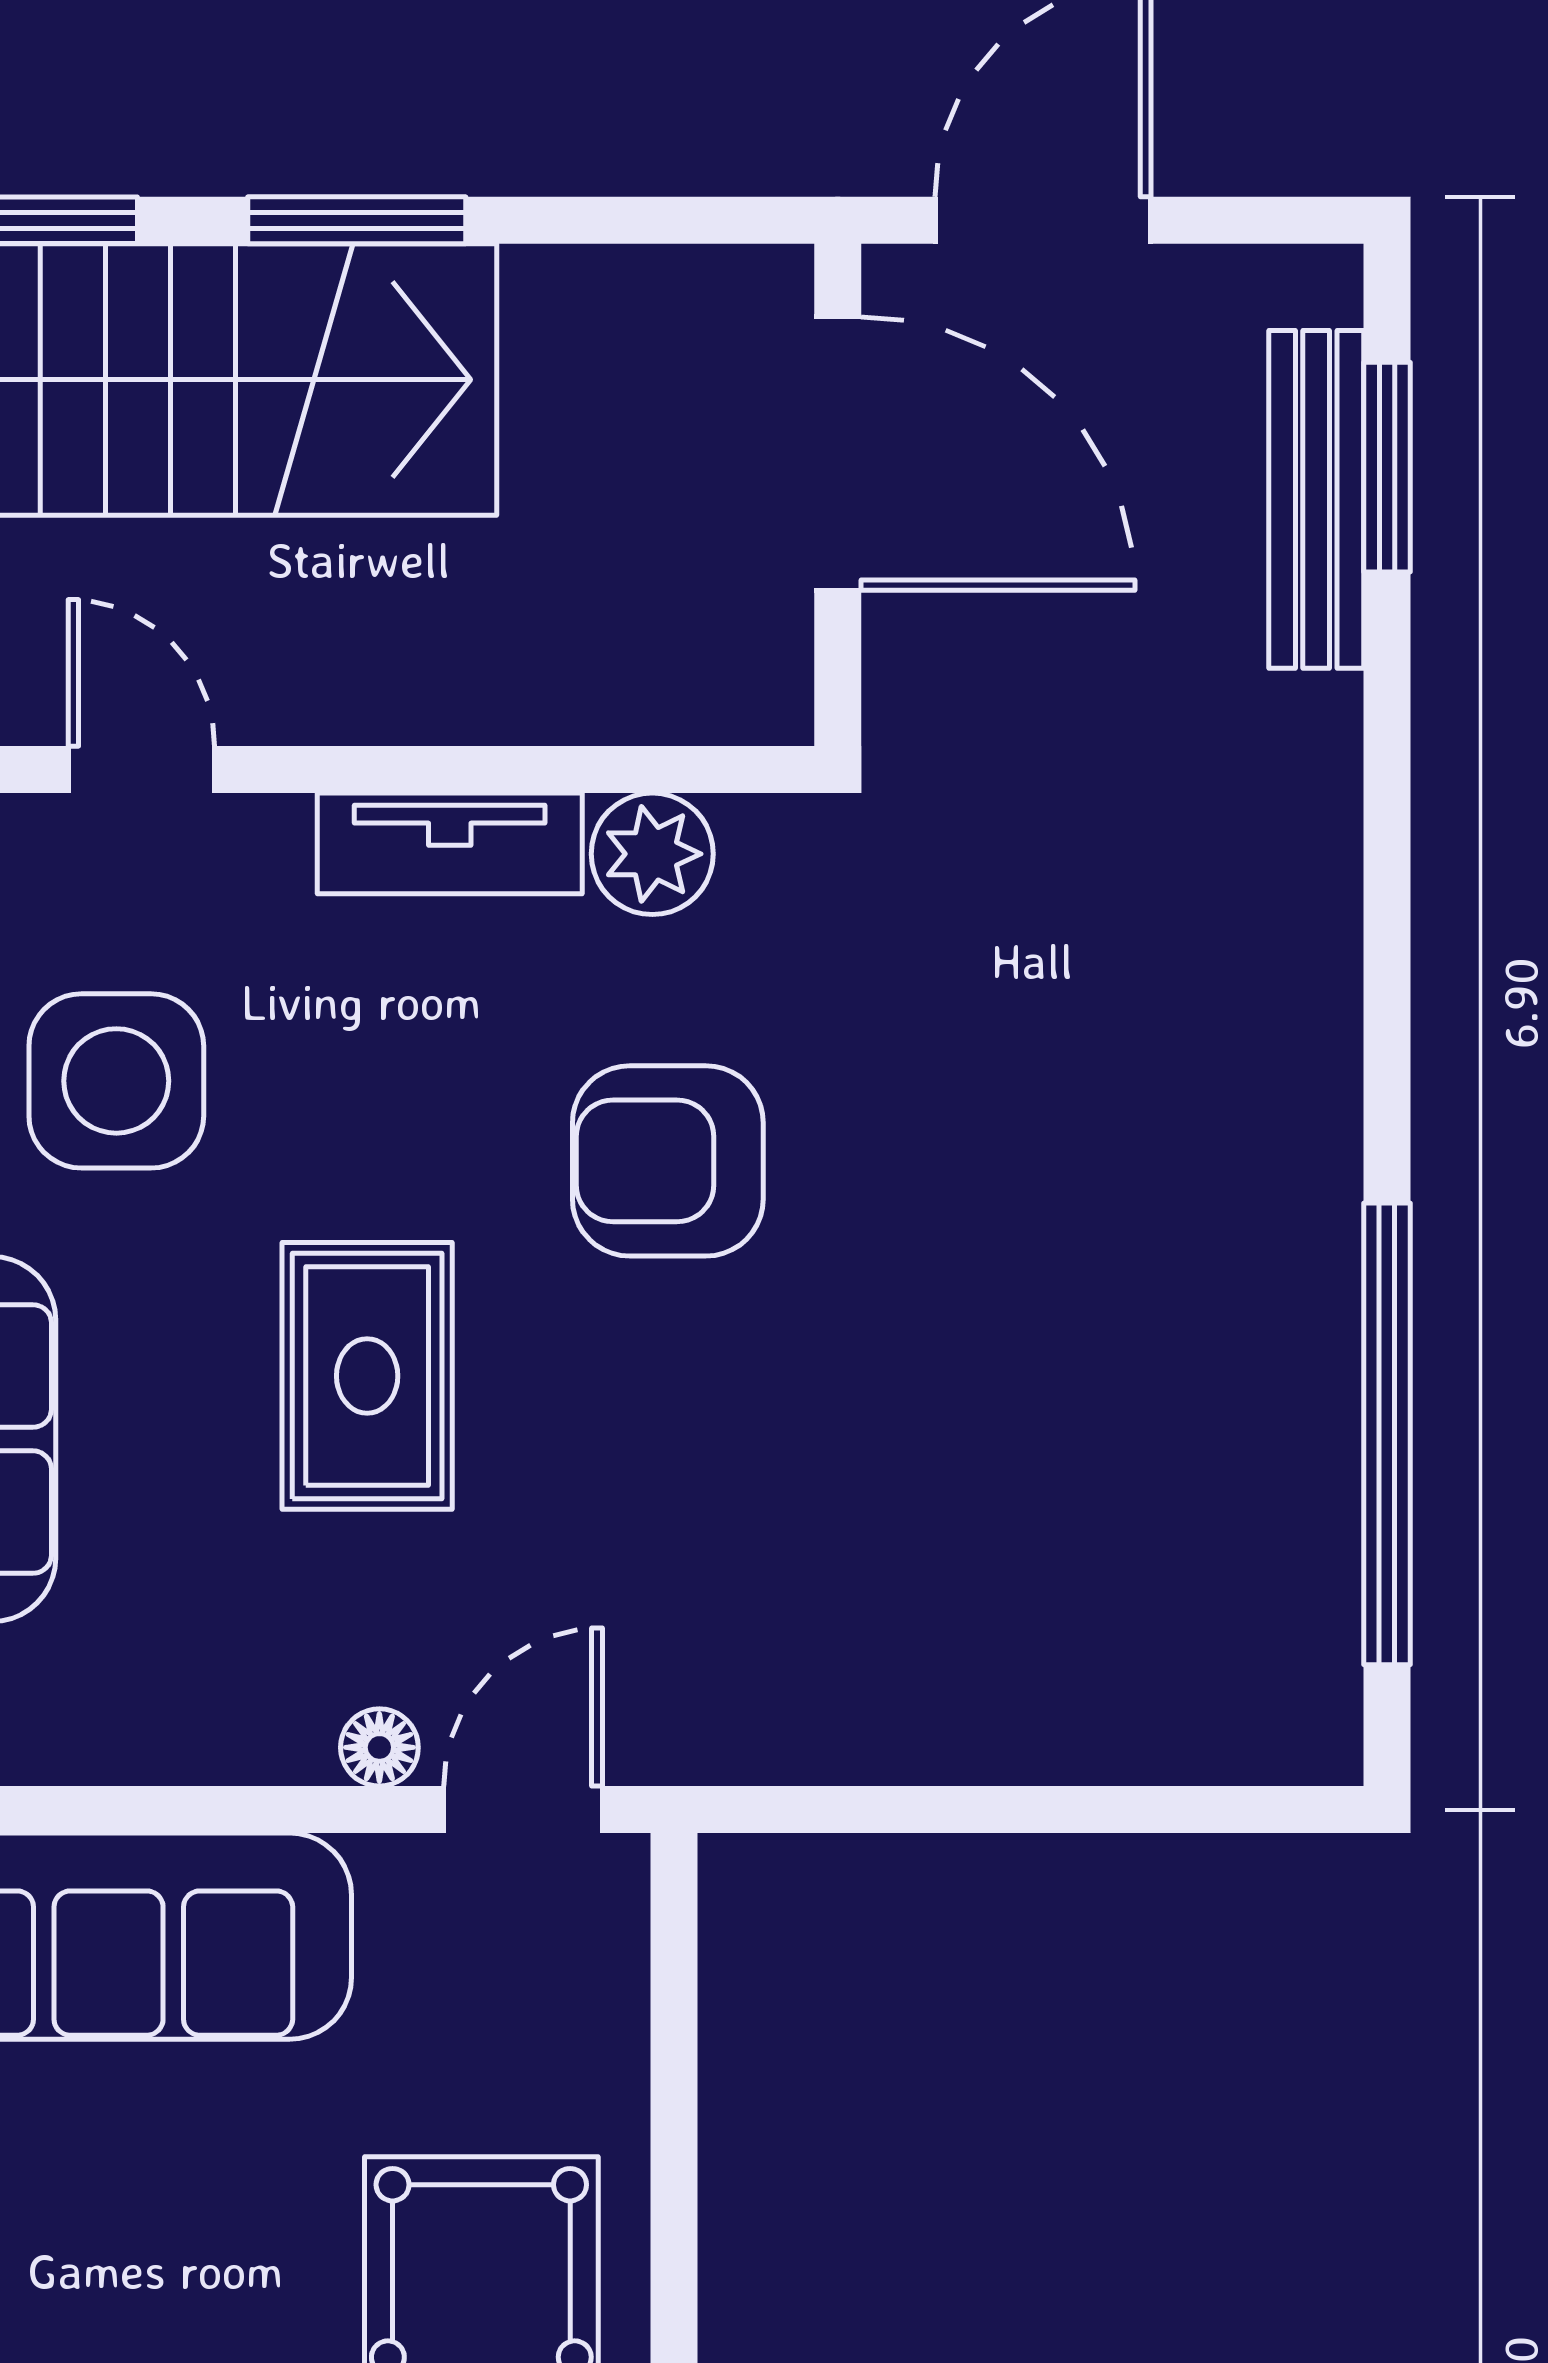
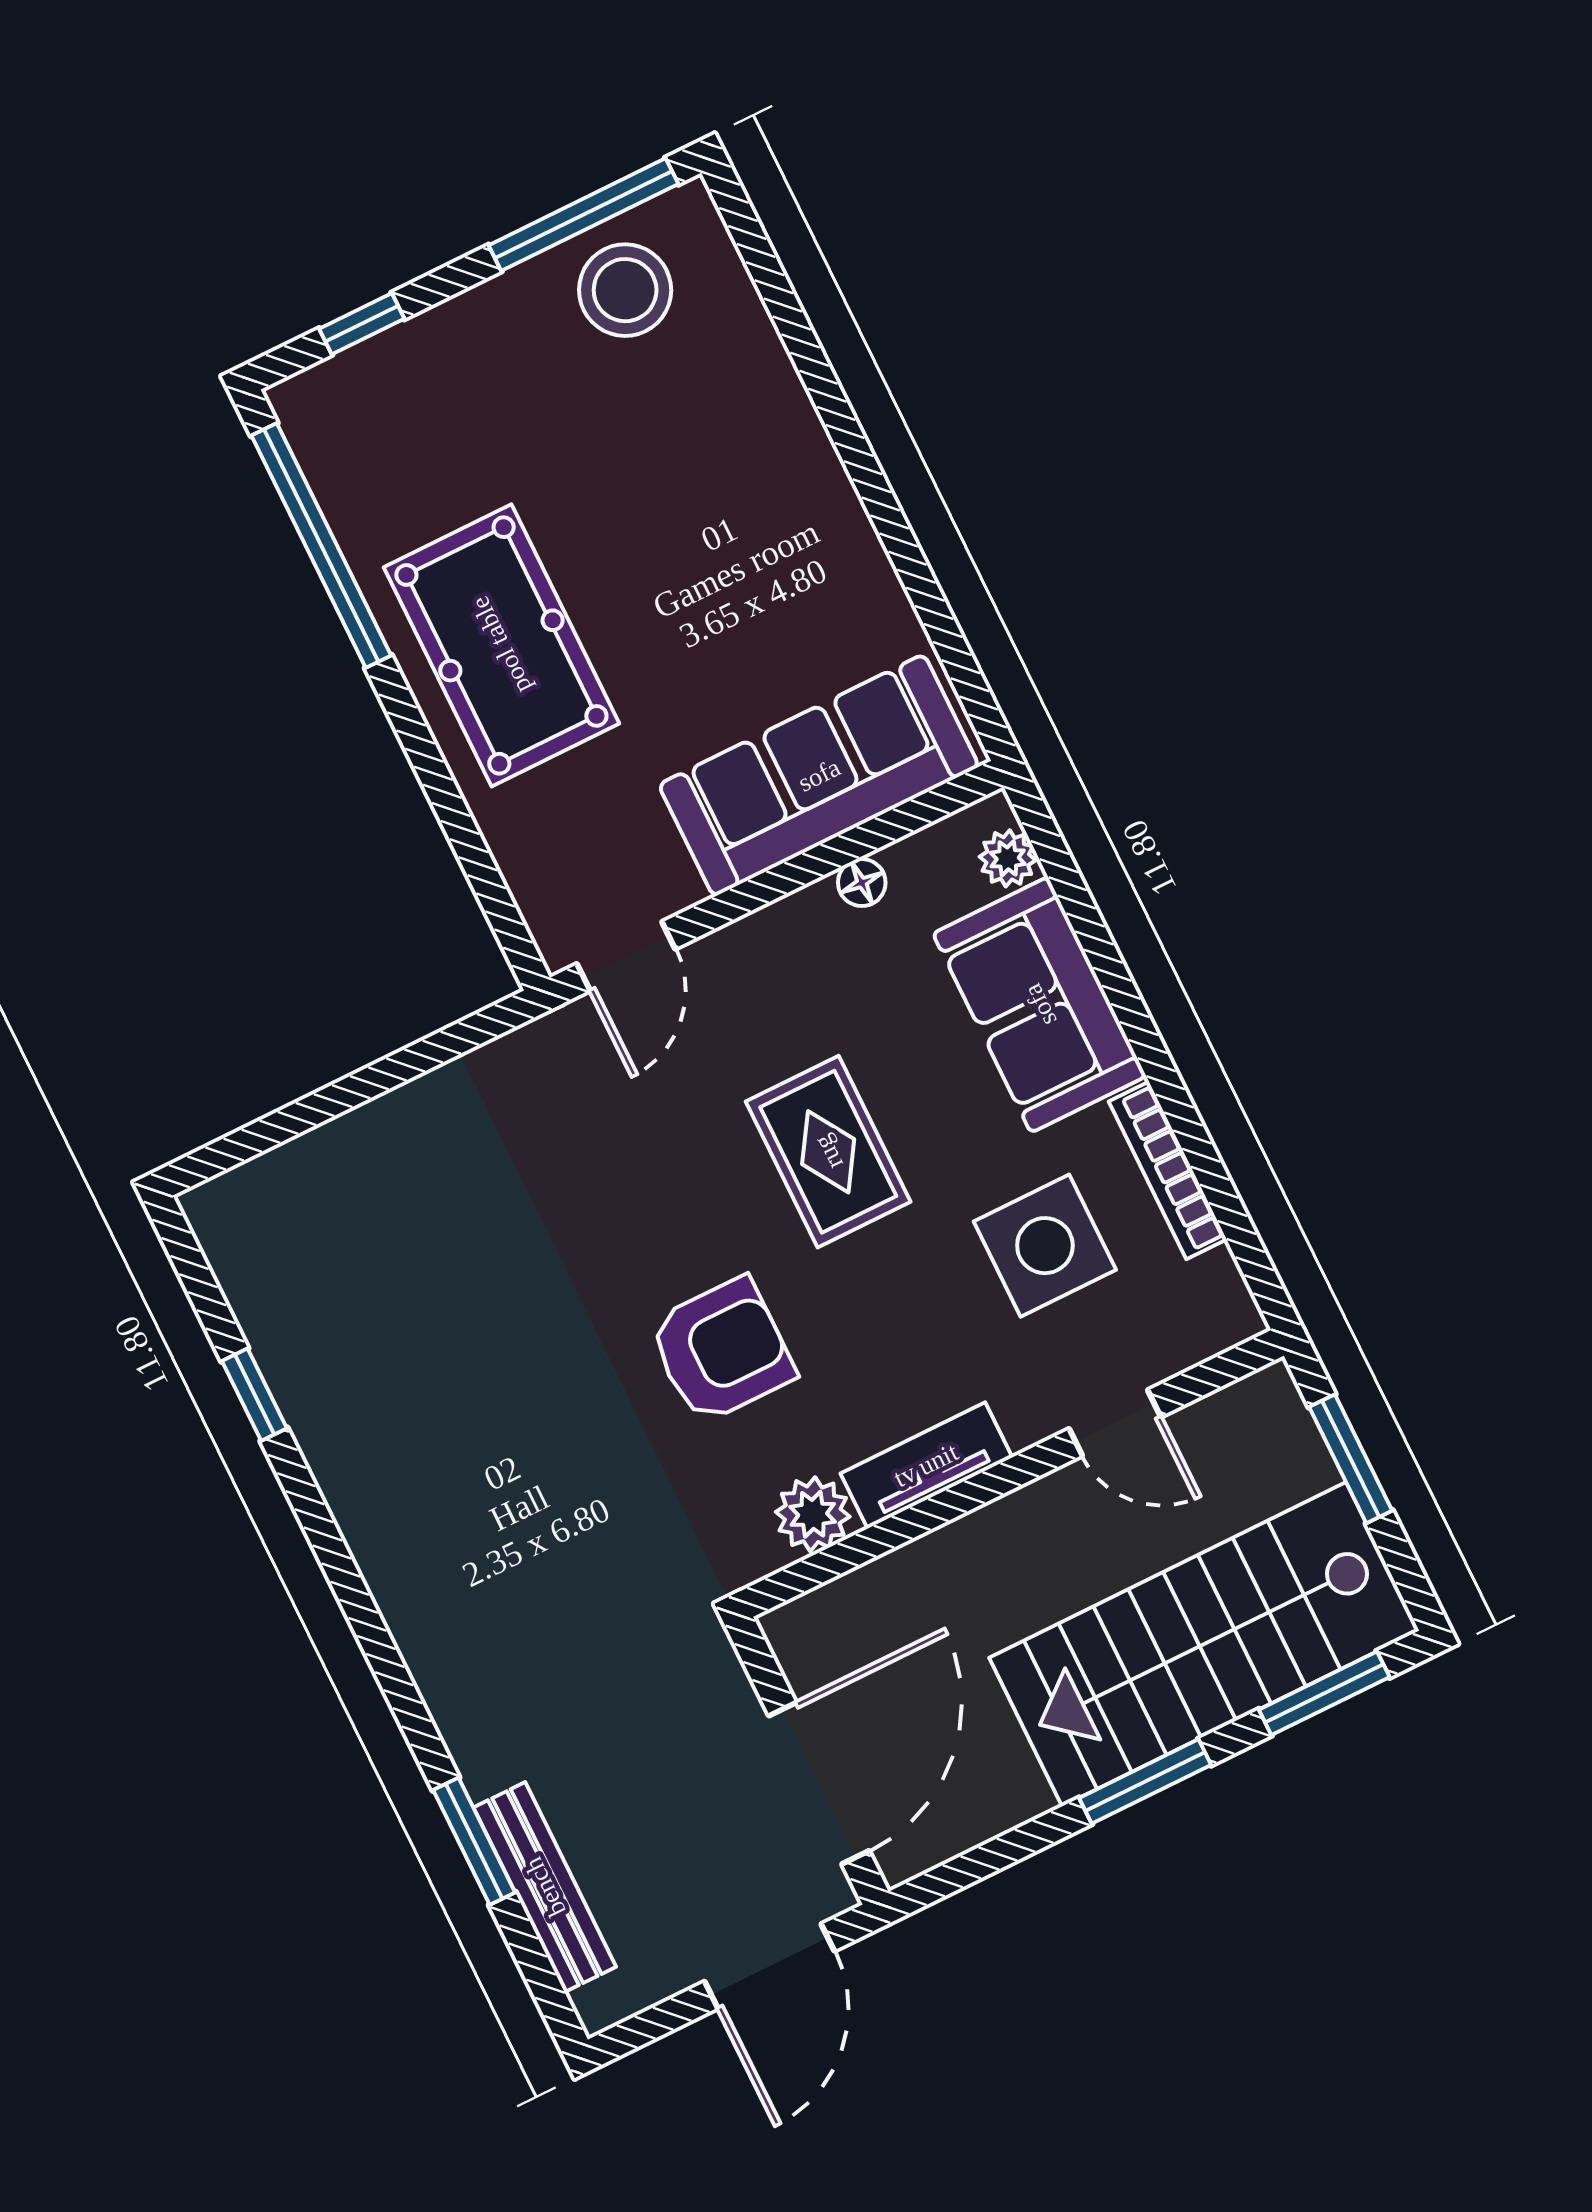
door: (838, 454) -> (819, 1783), swing flipped
window: (1387, 467) -> (474, 1841), moved
window: (1387, 1434) -> (254, 1395), width x0.32
floor lamp: (379, 1747) -> (862, 883), moved

